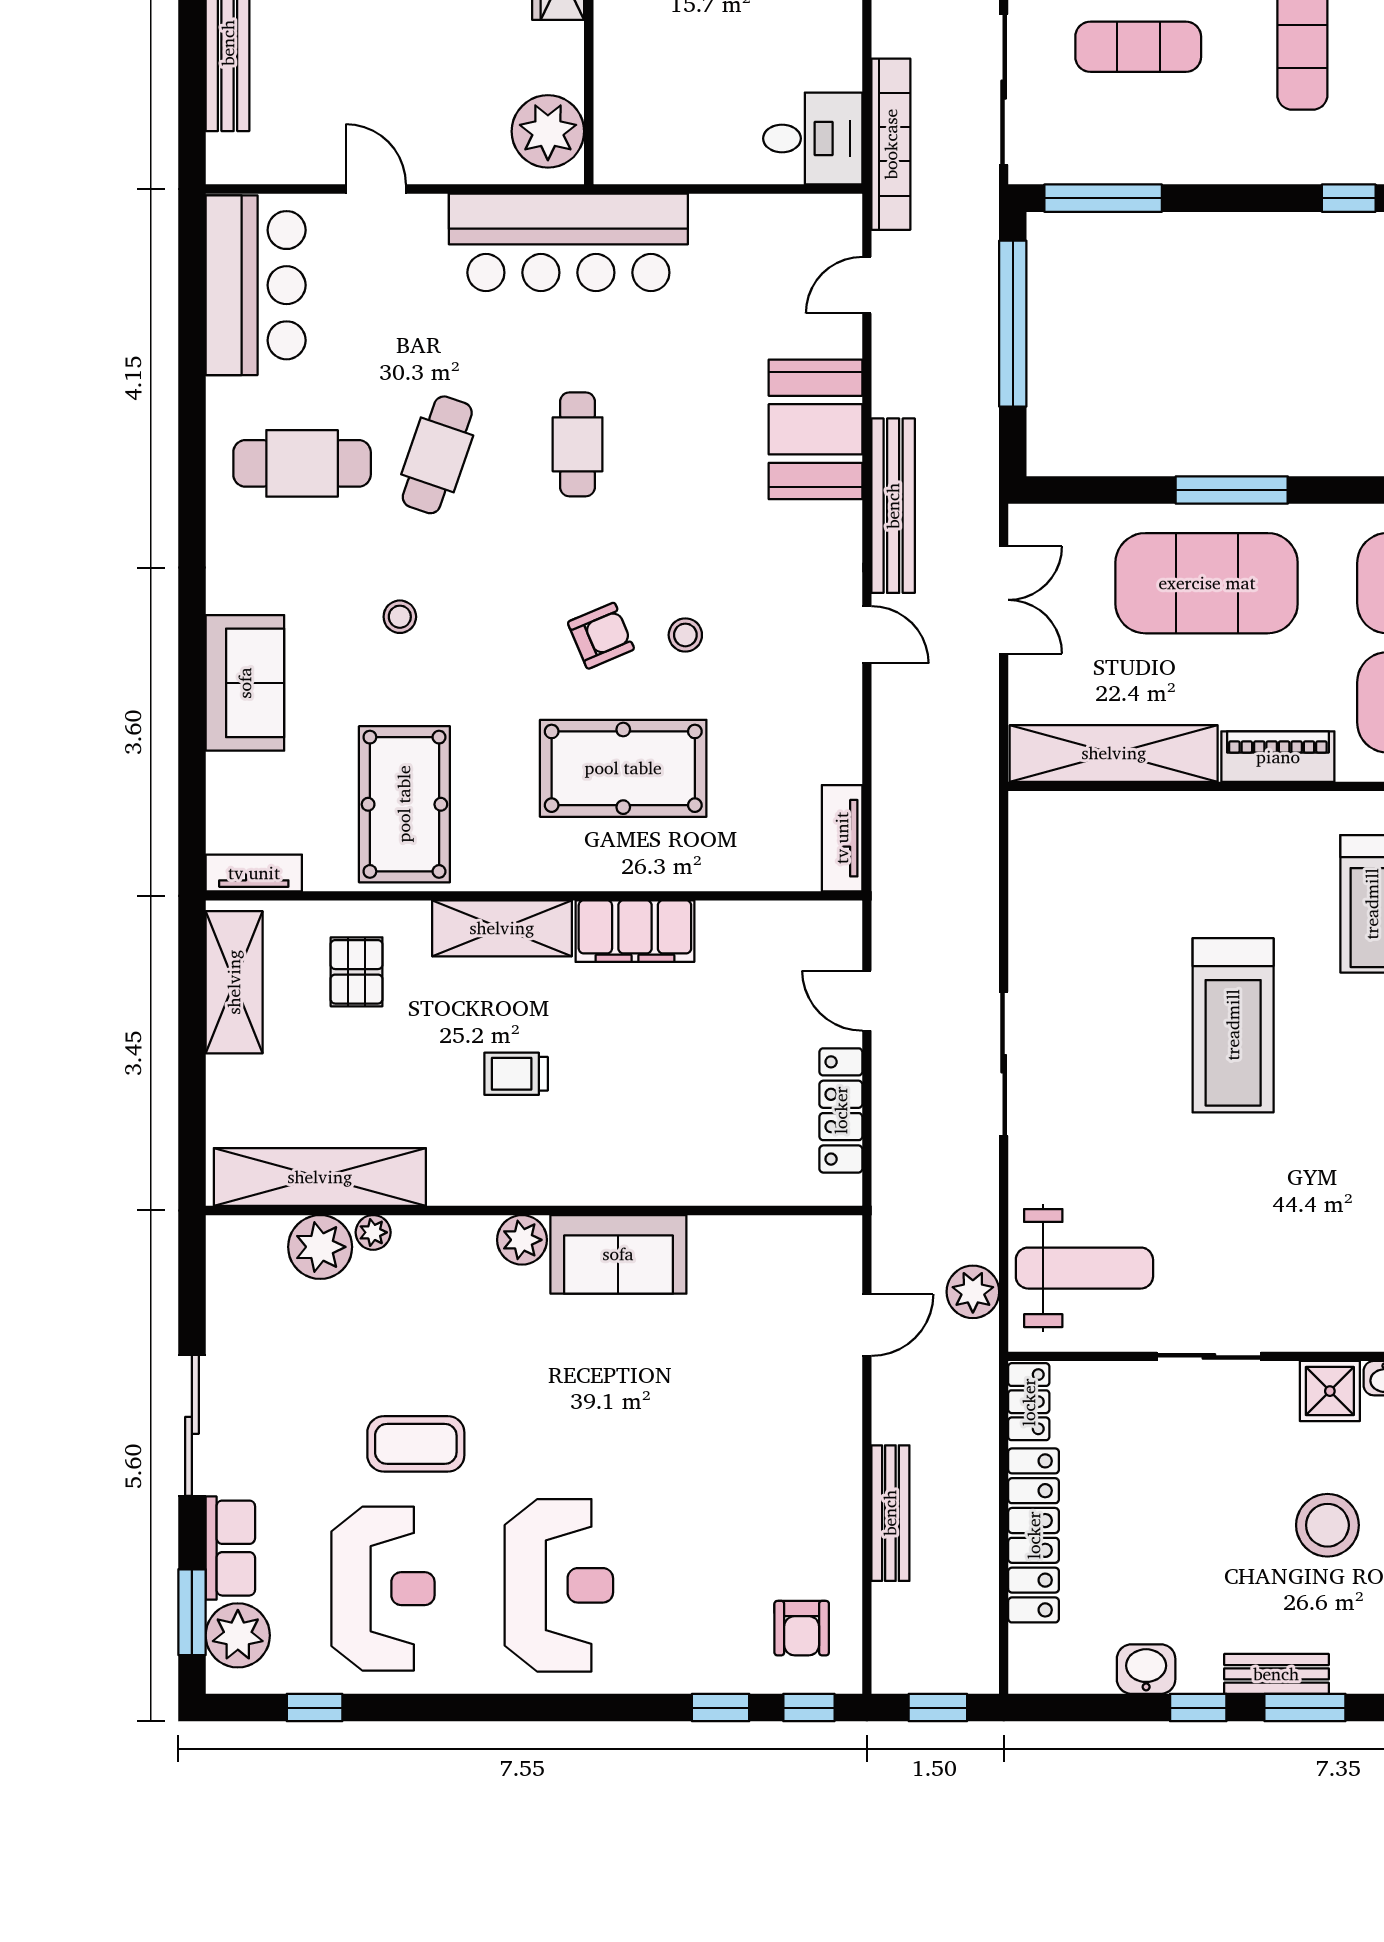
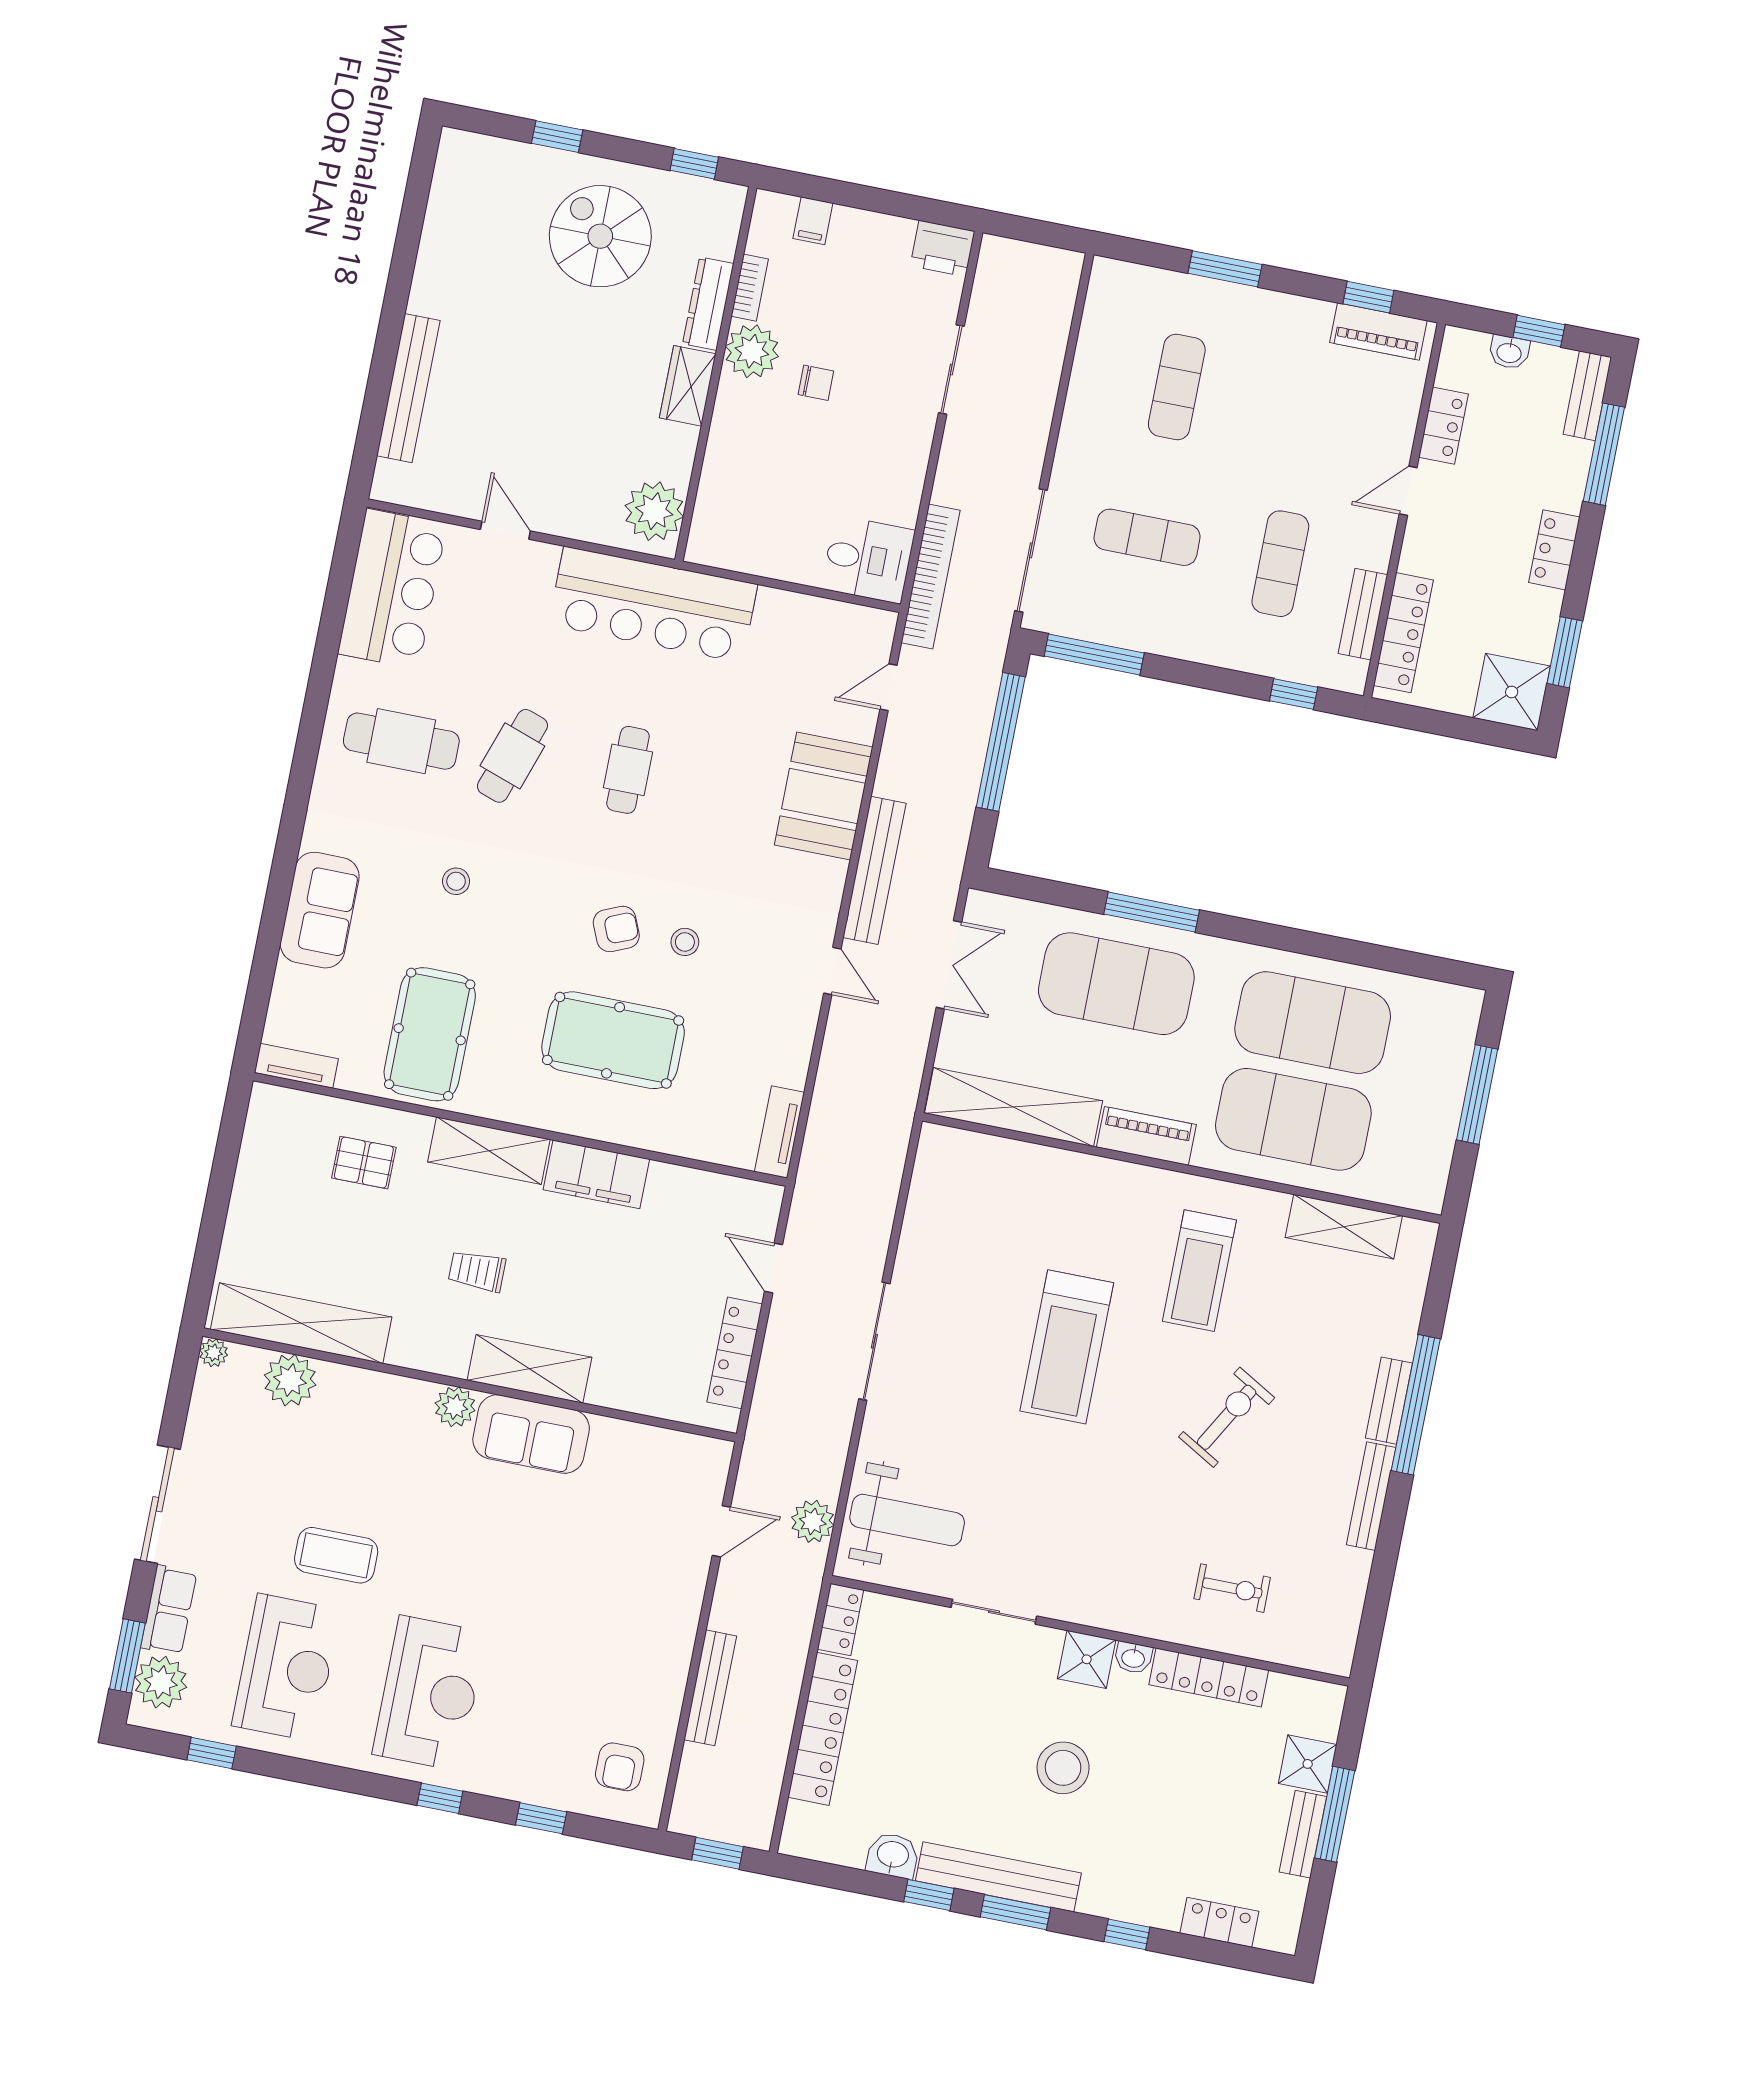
pallet: (357, 972) -> (364, 1163), turned 90
shelving: (234, 982) -> (529, 1369), moved, turned 90
plant: (373, 1232) -> (214, 1353), moved
bench: (1276, 1674) -> (998, 1877), width x1.86, depth x1.21
window: (809, 1708) -> (440, 1798), moved

